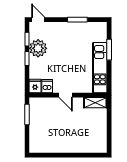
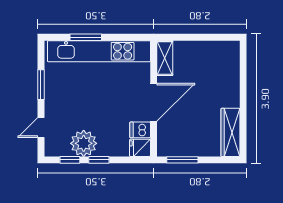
door: (38, 20) -> (41, 127), moved
kitchen unit: (100, 68) -> (99, 51), width x1.36
door: (66, 95) -> (154, 102), width x1.87
wardrobe: (45, 147) -> (230, 132), added

